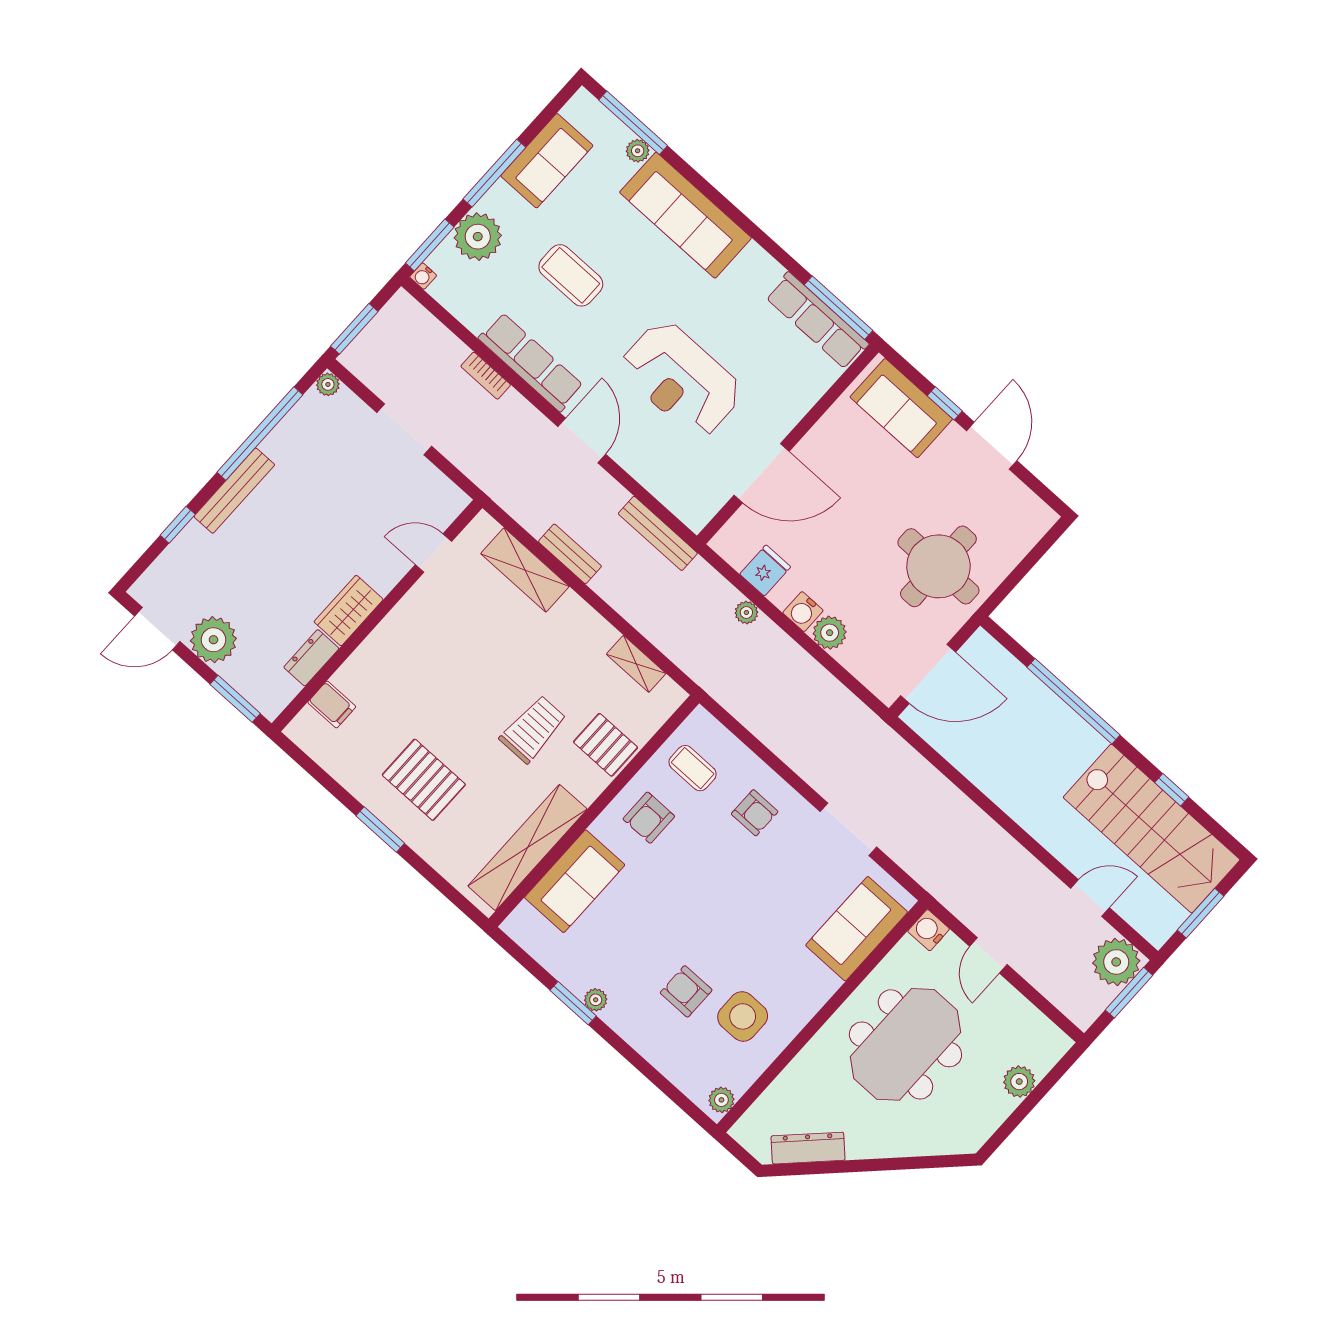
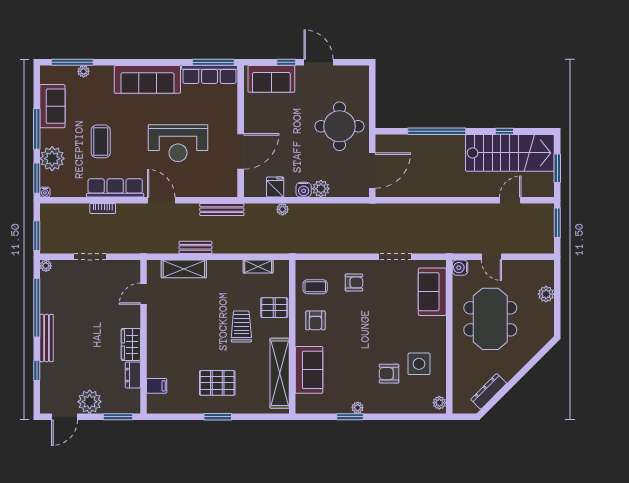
sofa: (685, 215) -> (147, 79), moved
coffee table: (571, 275) -> (101, 141), turned 90
plant: (1116, 962) -> (542, 216), removed

